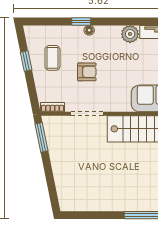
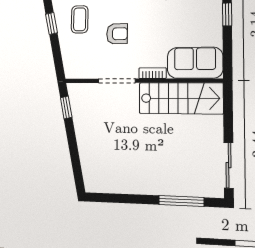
bookcase: (52, 107) -> (153, 73), moved
window: (41, 137) -> (66, 107), width x0.67

